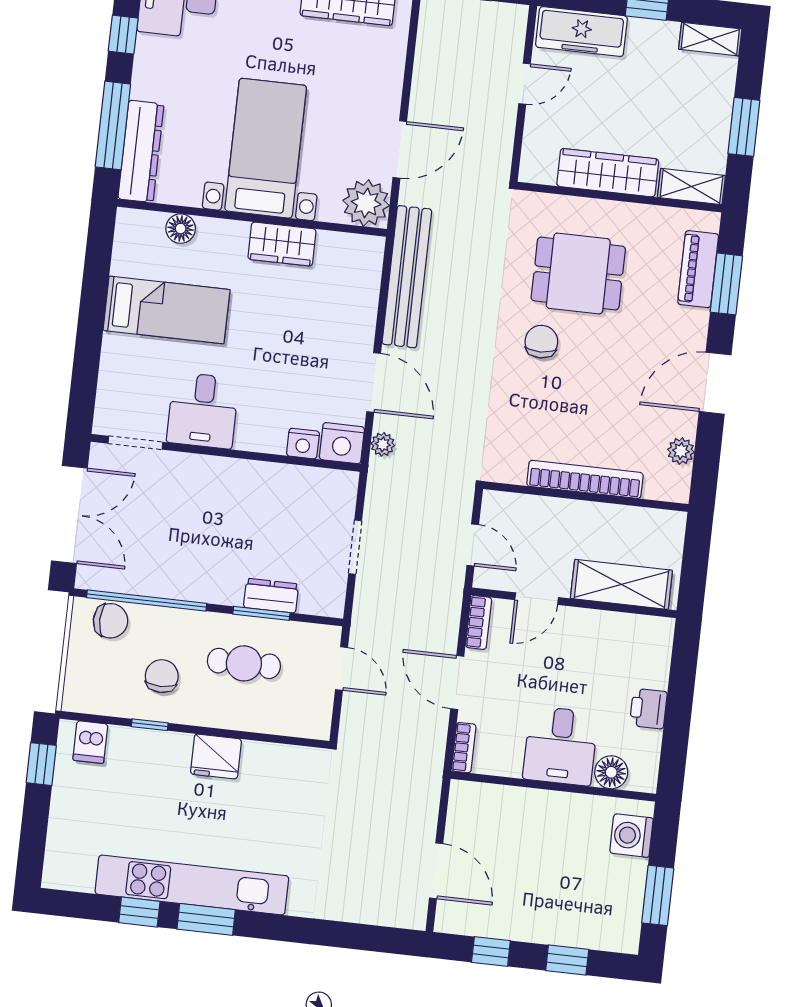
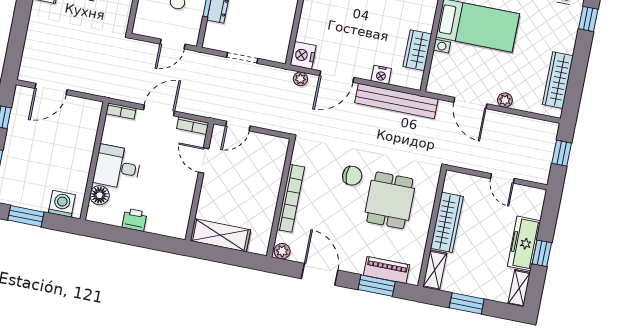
freezer: (581, 32) -> (524, 243), moved
plant: (366, 203) -> (505, 100), moved, width x0.53, depth x0.53
wardrobe: (282, 244) -> (417, 50), moved
nightstand: (303, 444) -> (381, 75), moved, turned -90
bookcase: (585, 479) -> (291, 198), moved
wall: (586, 497) -> (281, 198), moved
shelving: (621, 584) -> (220, 235), moved, turned 90

